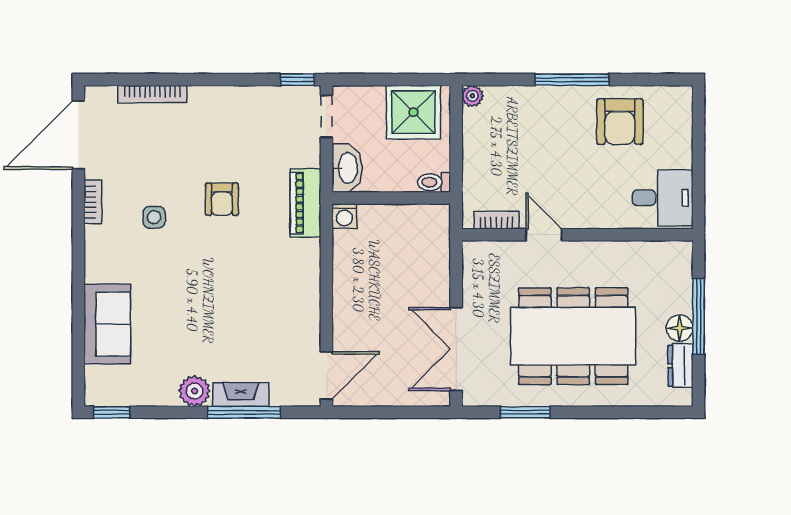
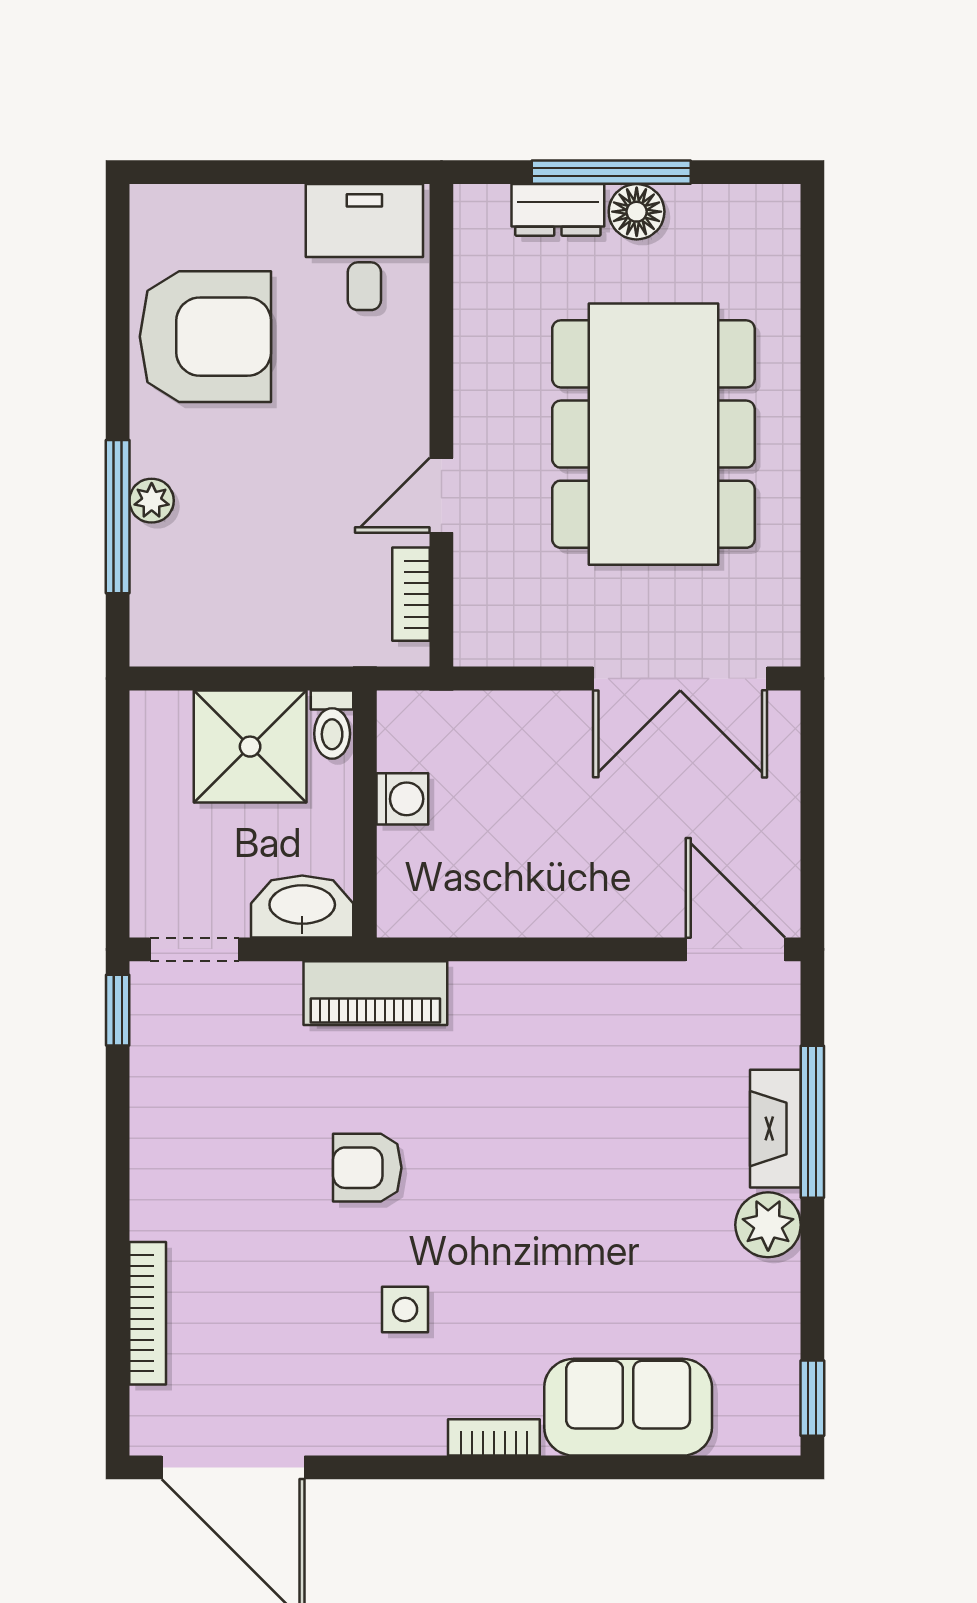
window: (572, 80) -> (118, 517), moved
plant: (472, 96) -> (152, 501), moved
shower: (413, 112) -> (250, 747), moved
armchair: (620, 122) -> (205, 337), width x1.36, depth x1.36
armchair: (222, 199) -> (367, 1168), turned 180
bookcase: (93, 202) -> (494, 1437), moved
washing machine: (344, 216) -> (402, 799), moved
dresser: (680, 366) -> (558, 210), moved
window: (525, 412) -> (812, 535), removed

